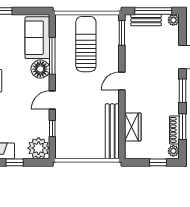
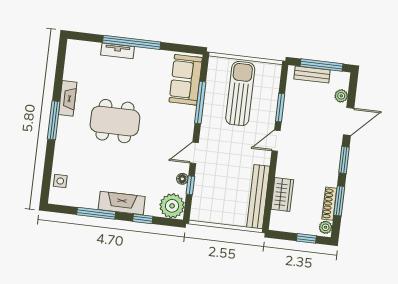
plant: (173, 20) -> (341, 96), moved
window: (122, 33) -> (280, 108), moved
floor lamp: (40, 69) -> (182, 179), moved, width x0.53, depth x0.53

